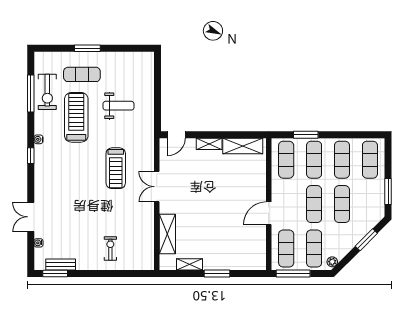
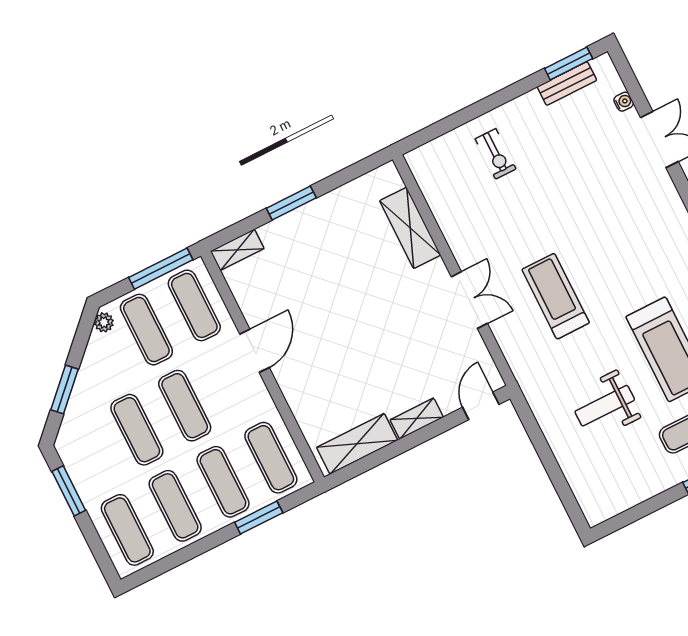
shelving: (189, 264) -> (237, 250), moved

